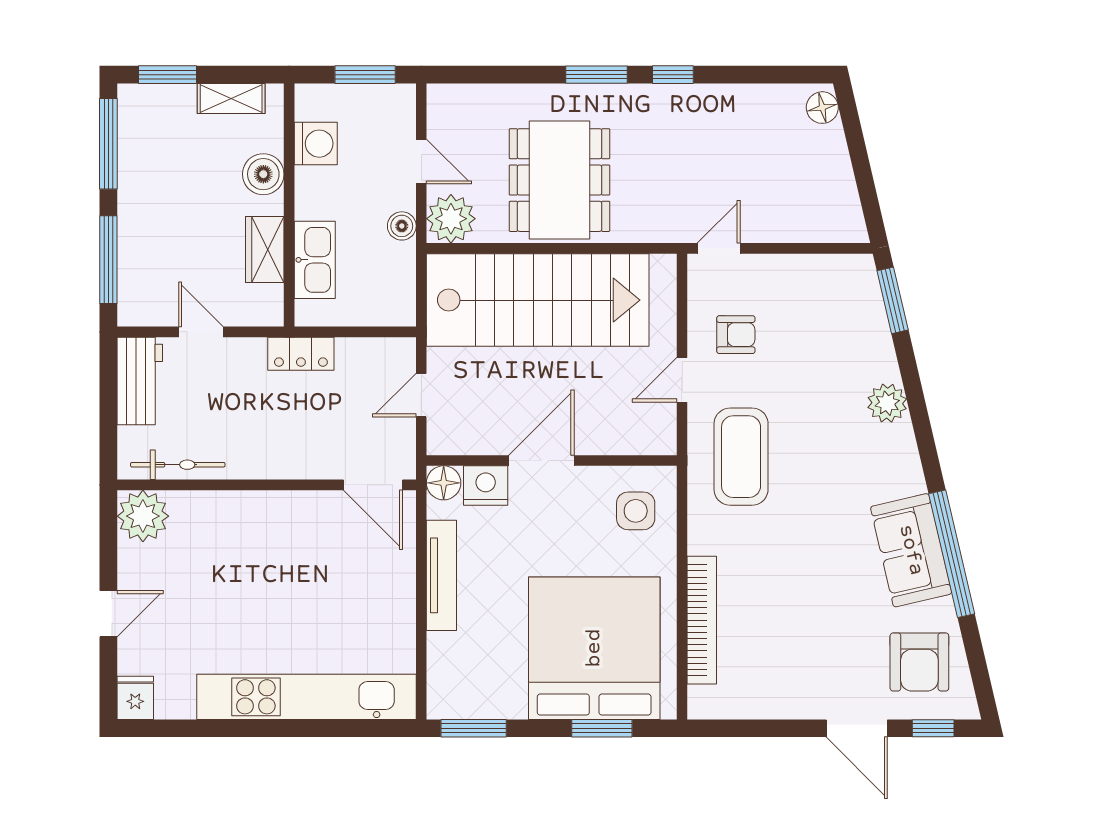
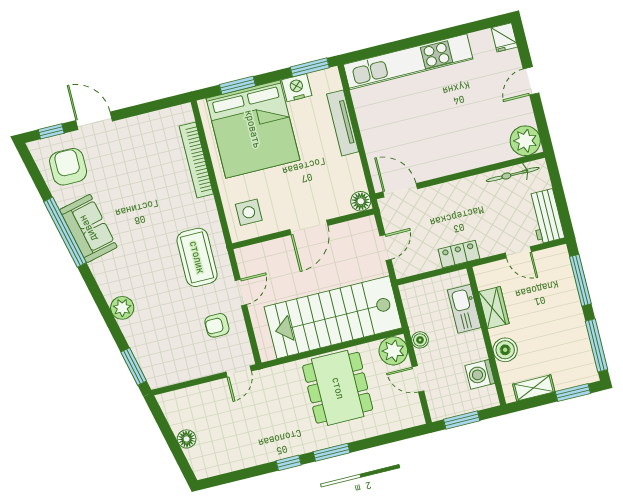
floor lamp: (822, 108) -> (187, 439), moved
nightstand: (486, 486) -> (297, 88), moved, turned 180
tv unit: (441, 575) -> (343, 123), moved

